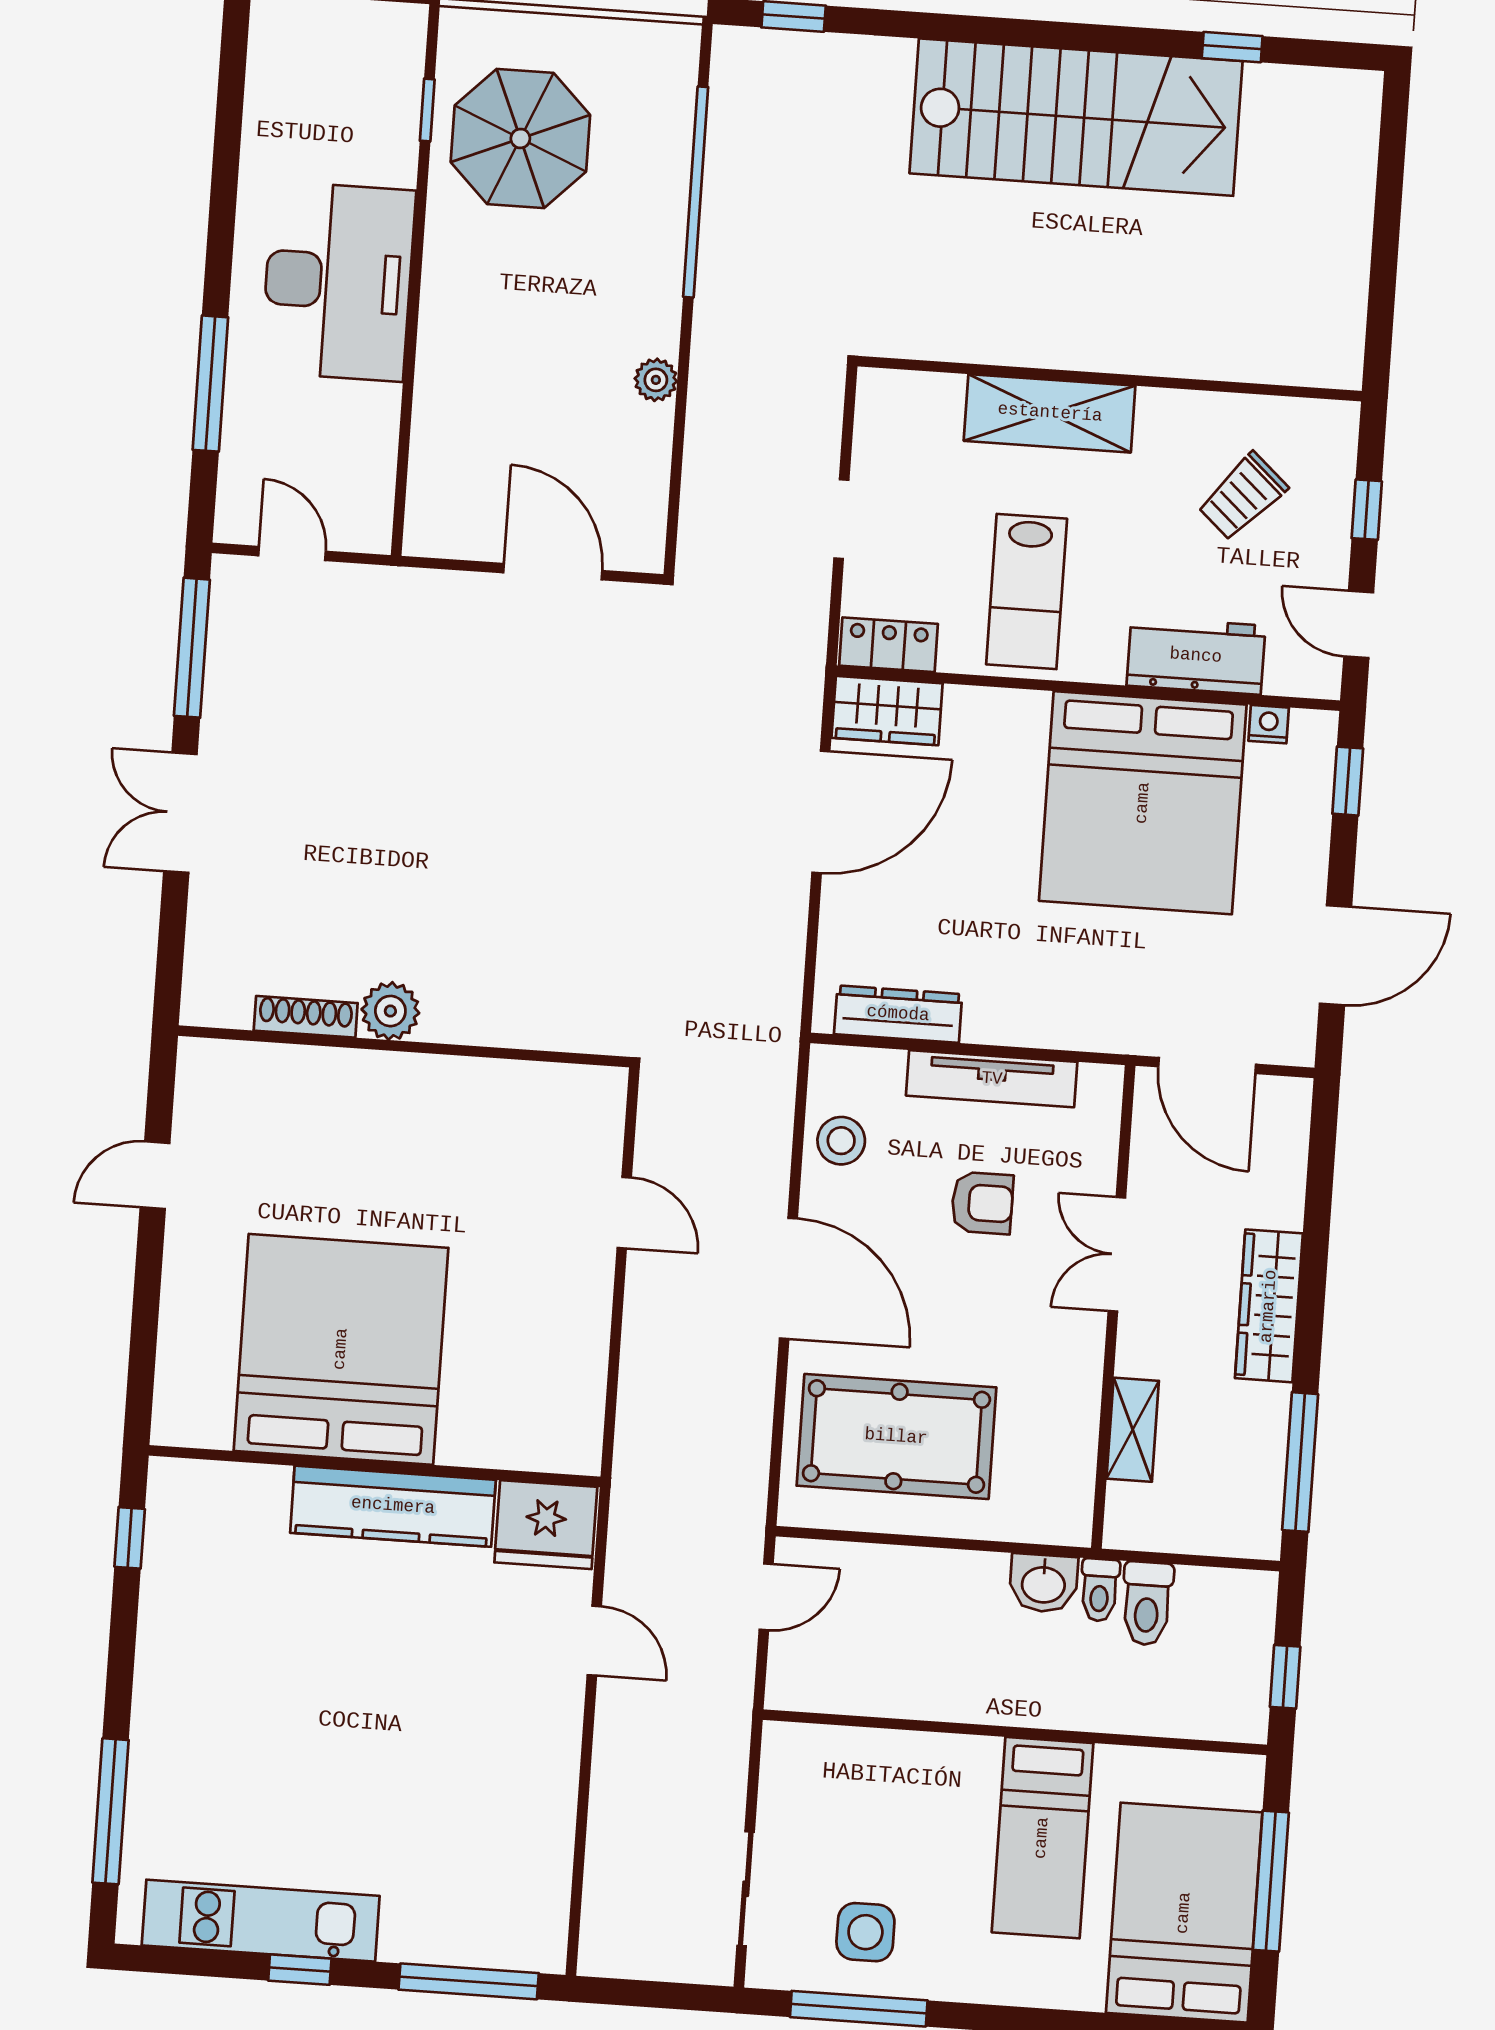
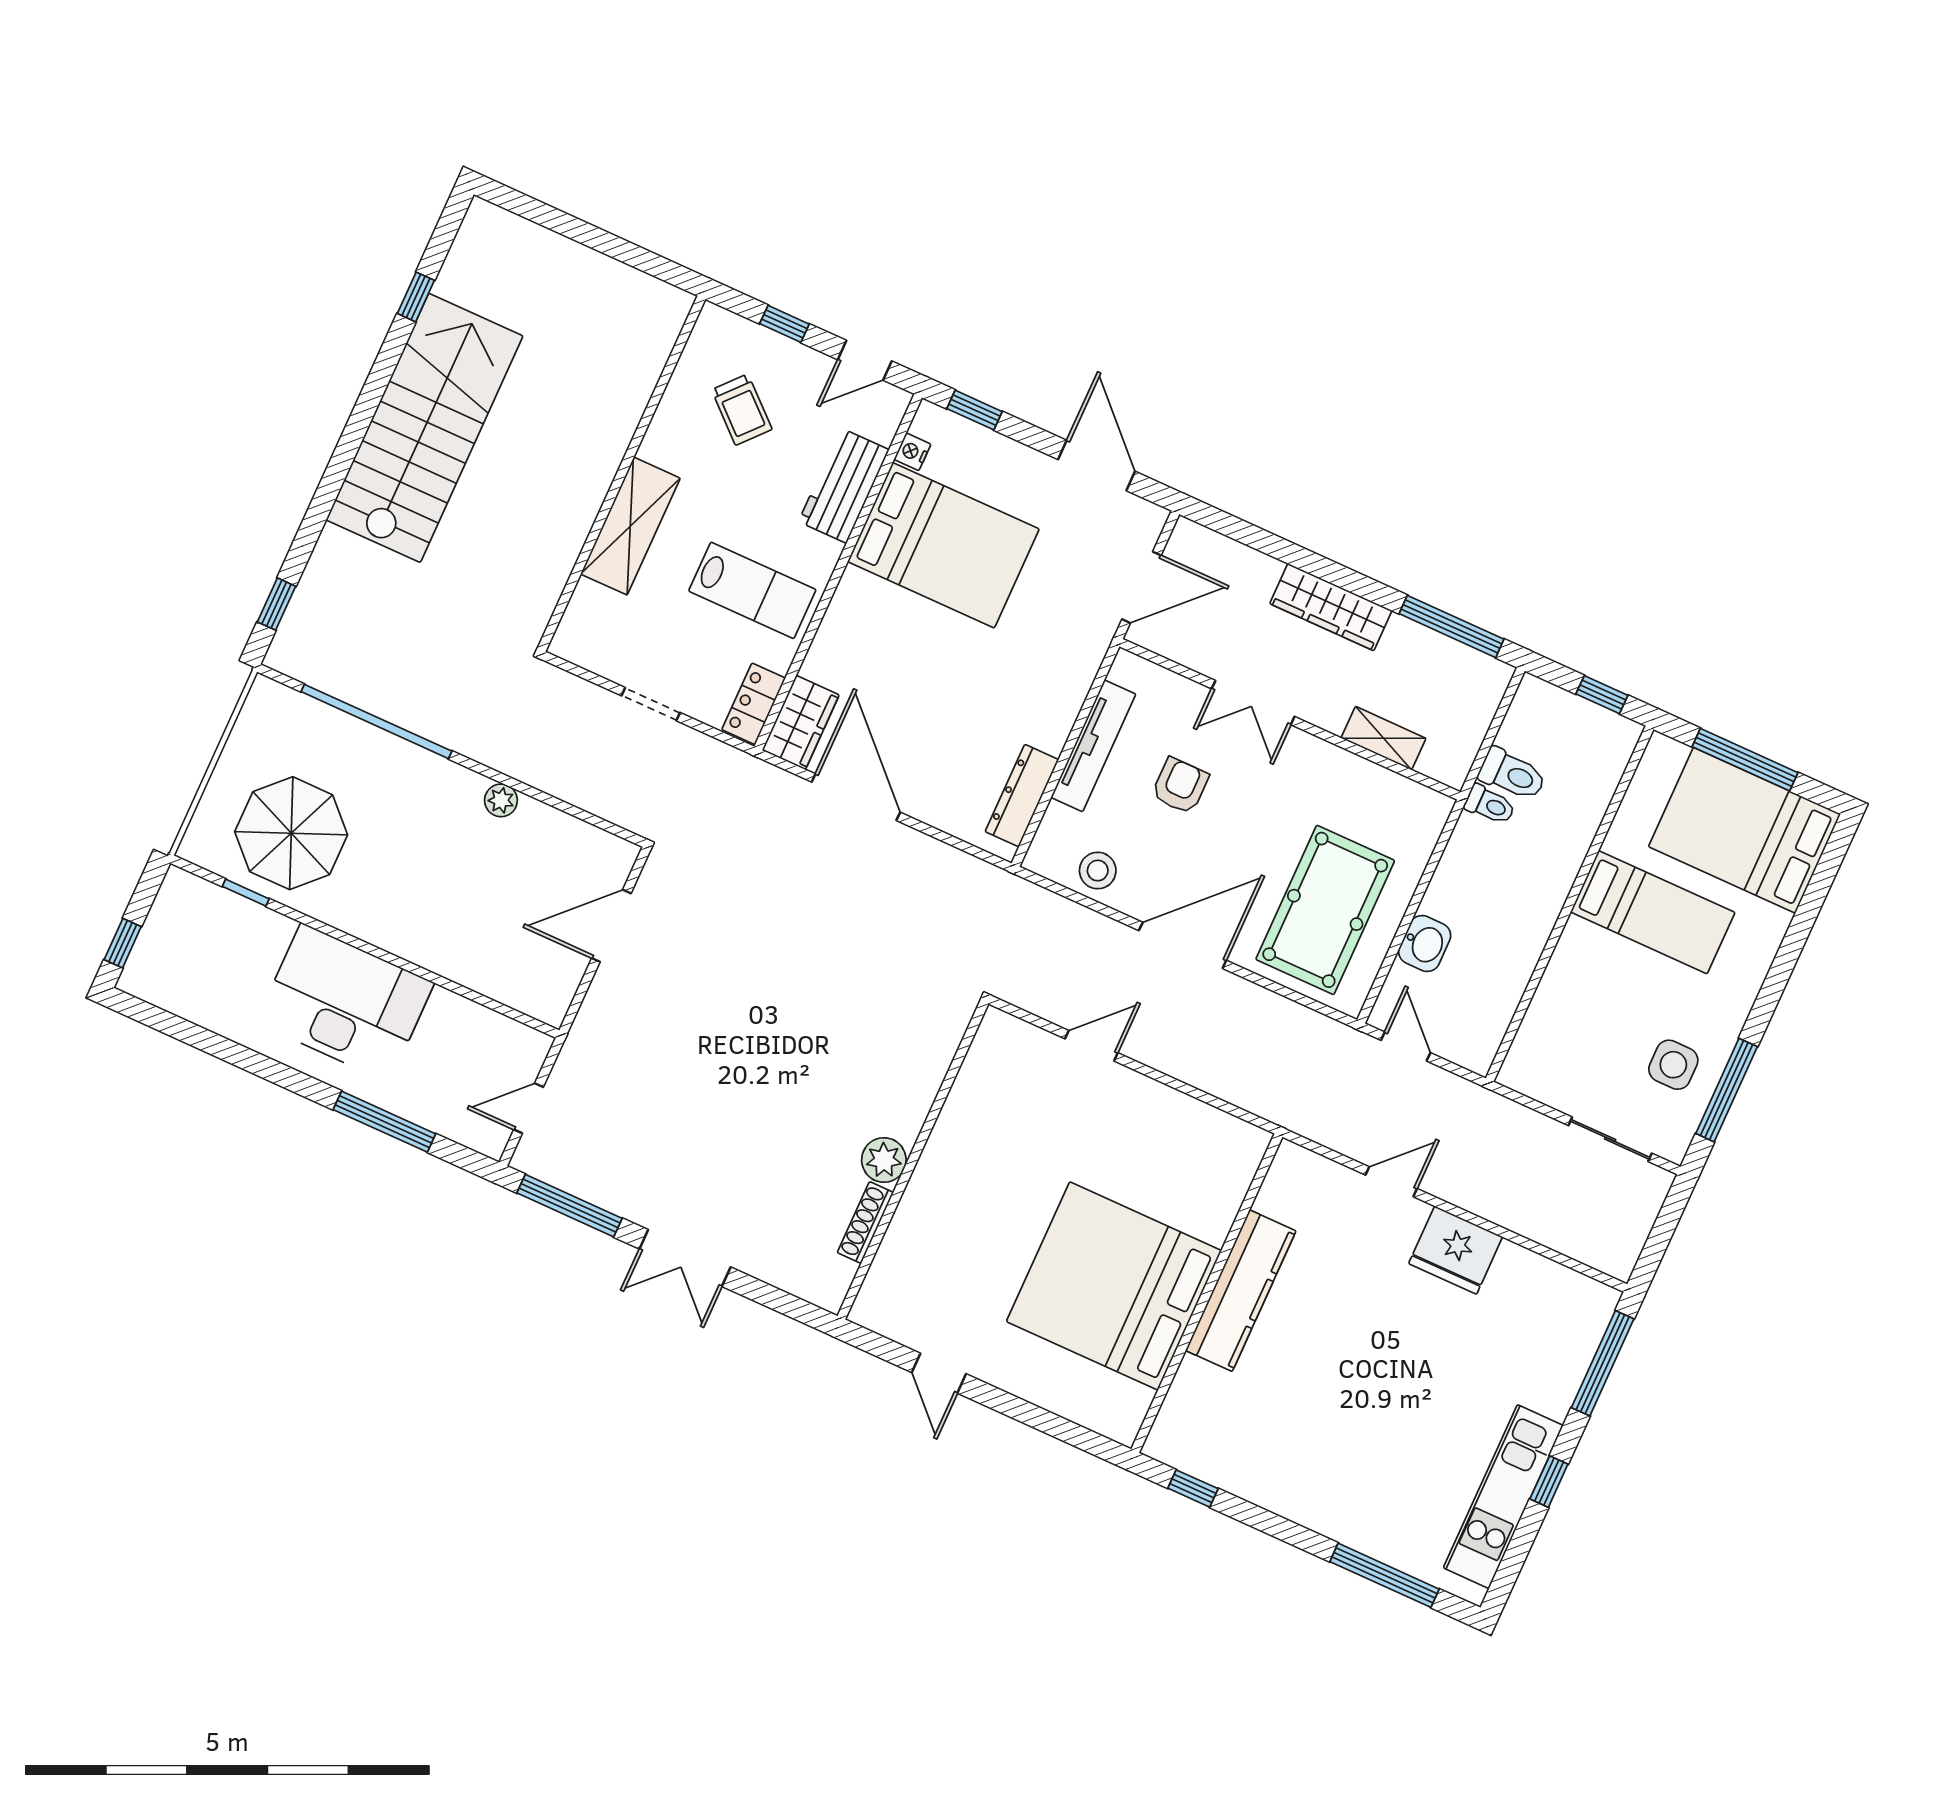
bed: (1143, 803) -> (943, 545), width x0.73
fridge: (546, 1525) -> (1456, 1250), moved, turned 90
washbasin: (1043, 1583) -> (1425, 943), moved

